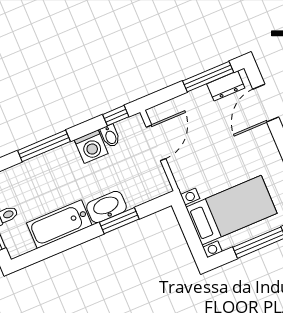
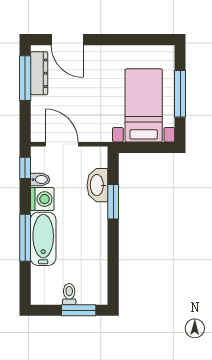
dresser: (226, 86) -> (39, 73), width x1.44
washbasin: (106, 207) -> (97, 185), moved
bathtub: (59, 224) -> (43, 239), moved, turned 180

